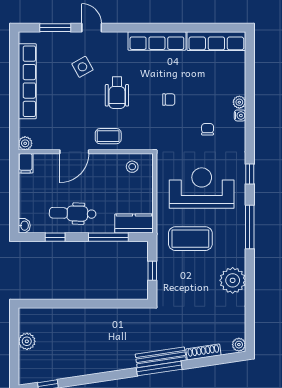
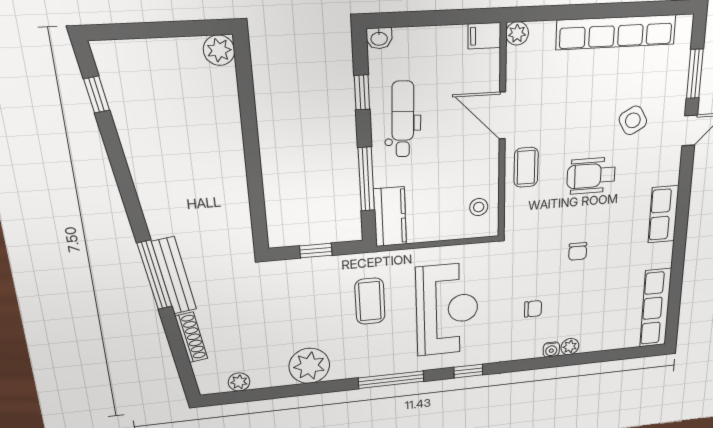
row of seats: (157, 41) -> (663, 214), width x0.68
coffee table: (190, 239) -> (370, 301), width x0.73, depth x0.76
plant: (27, 341) -> (219, 50), moved
plant: (239, 345) -> (239, 382), moved

